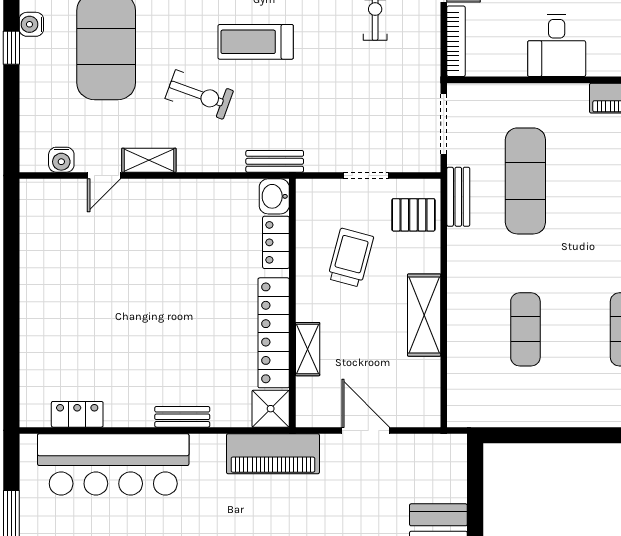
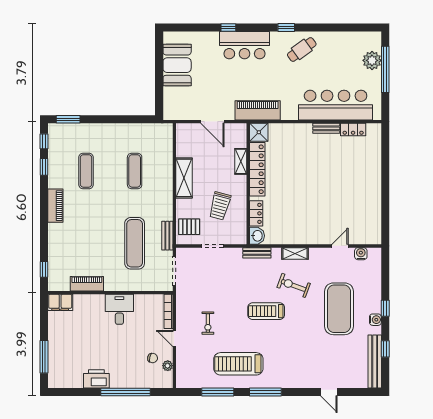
treadmill: (256, 42) -> (266, 311), turned 180
shelving: (149, 160) -> (295, 253), moved
bench: (182, 417) -> (326, 128), moved

